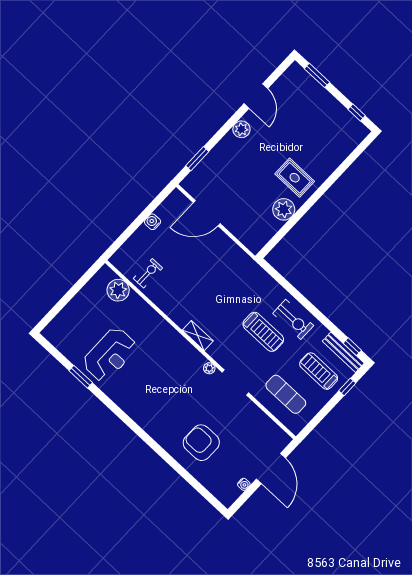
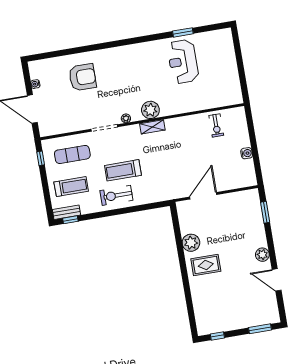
door: (207, 213) -> (203, 196), moved
plant: (118, 290) -> (150, 110), moved
bench: (343, 352) -> (66, 212), width x0.73
window: (347, 387) -> (41, 158), moved

